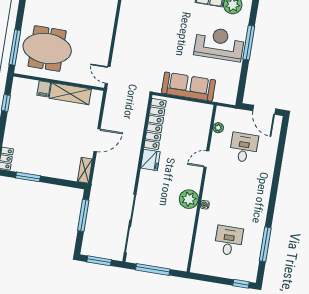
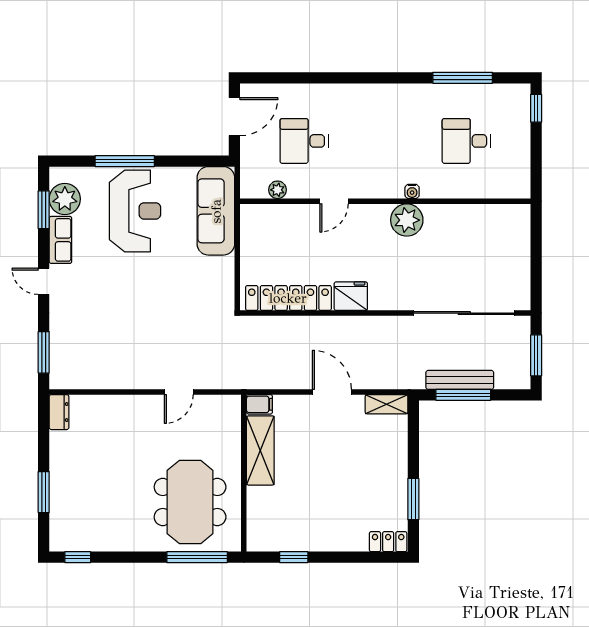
reception desk: (219, 44) -> (135, 211), turned 180
door: (108, 75) -> (179, 392), moved
sofa: (188, 87) -> (216, 211), moved
filing cabinet: (44, 89) -> (259, 404), moved
door: (206, 159) -> (334, 201), hinge flipped
bench: (92, 215) -> (460, 380), added
window: (153, 269) -> (536, 262), removed

